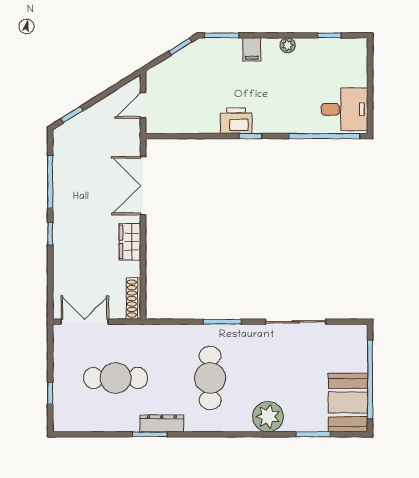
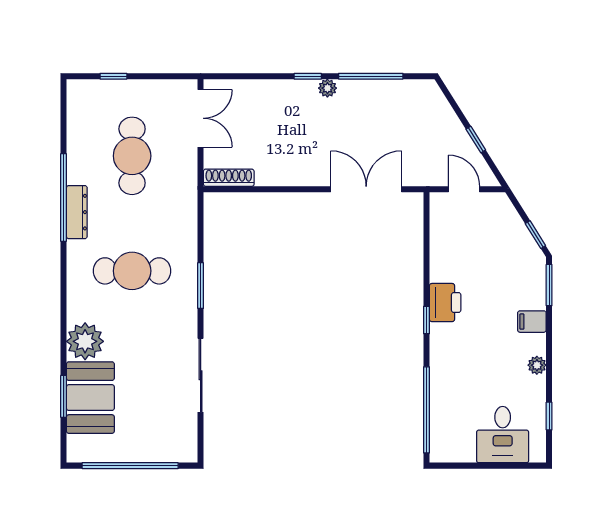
desk: (345, 109) -> (503, 435), moved
window: (72, 115) -> (476, 140), moved
plant: (60, 217) -> (327, 88), added
wardrobe: (130, 242) -> (298, 173), removed
booth: (348, 403) -> (90, 398), moved, turned 90
window: (150, 434) -> (64, 197), width x2.11

